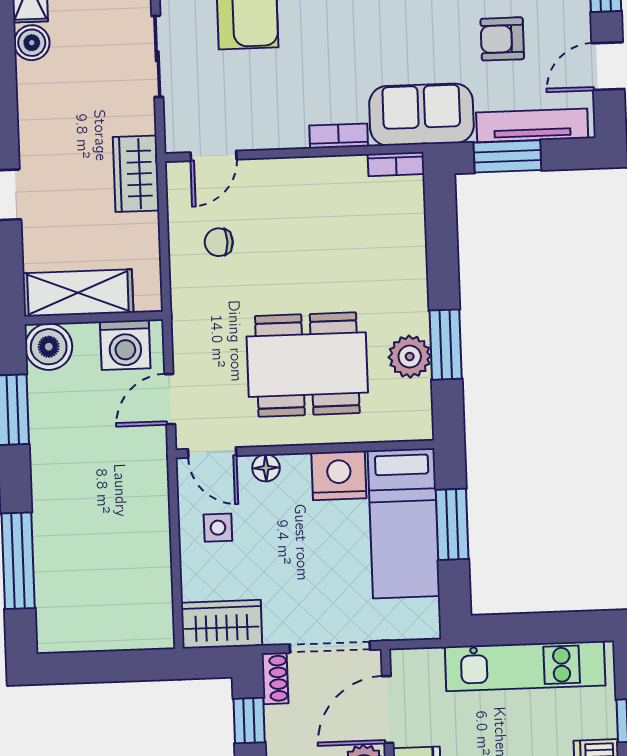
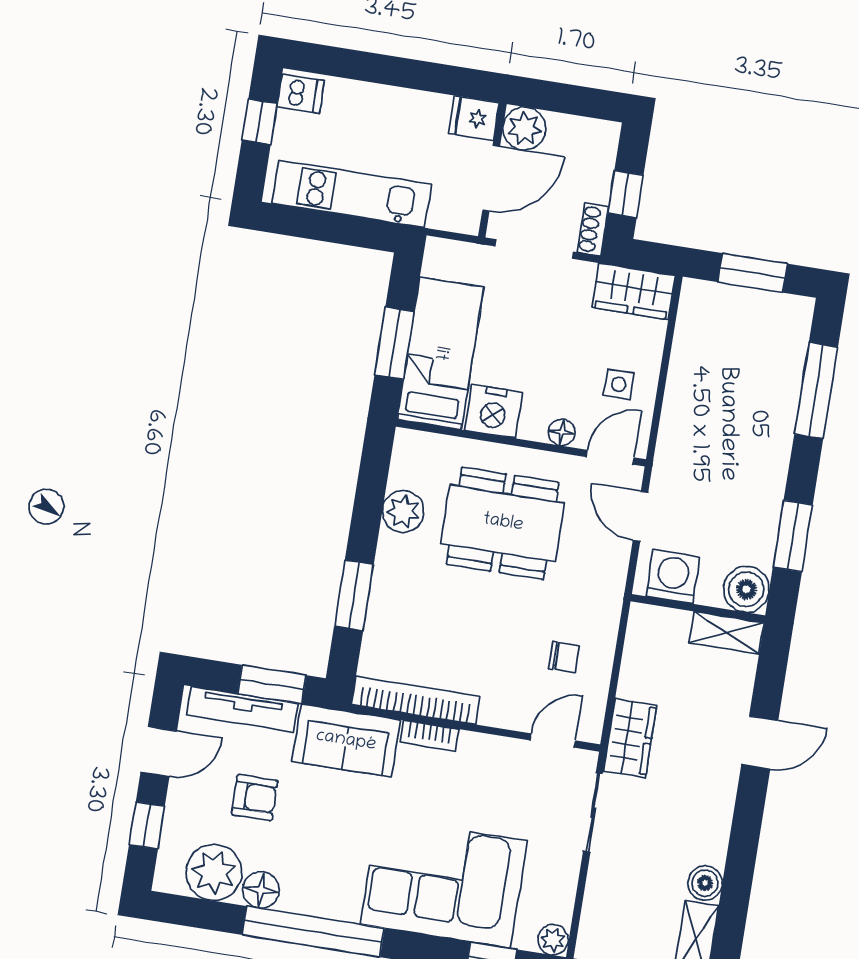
sliding door: (157, 56) -> (593, 812), moved
bookcase: (396, 164) -> (416, 700), width x2.31, depth x1.31
shelving: (78, 293) -> (727, 633), width x0.67, depth x0.75
window: (446, 345) -> (354, 595), moved
door: (170, 399) -> (640, 516), swing flipped
door: (212, 452) -> (610, 457), hinge flipped
window: (106, 667) -> (753, 273), added

